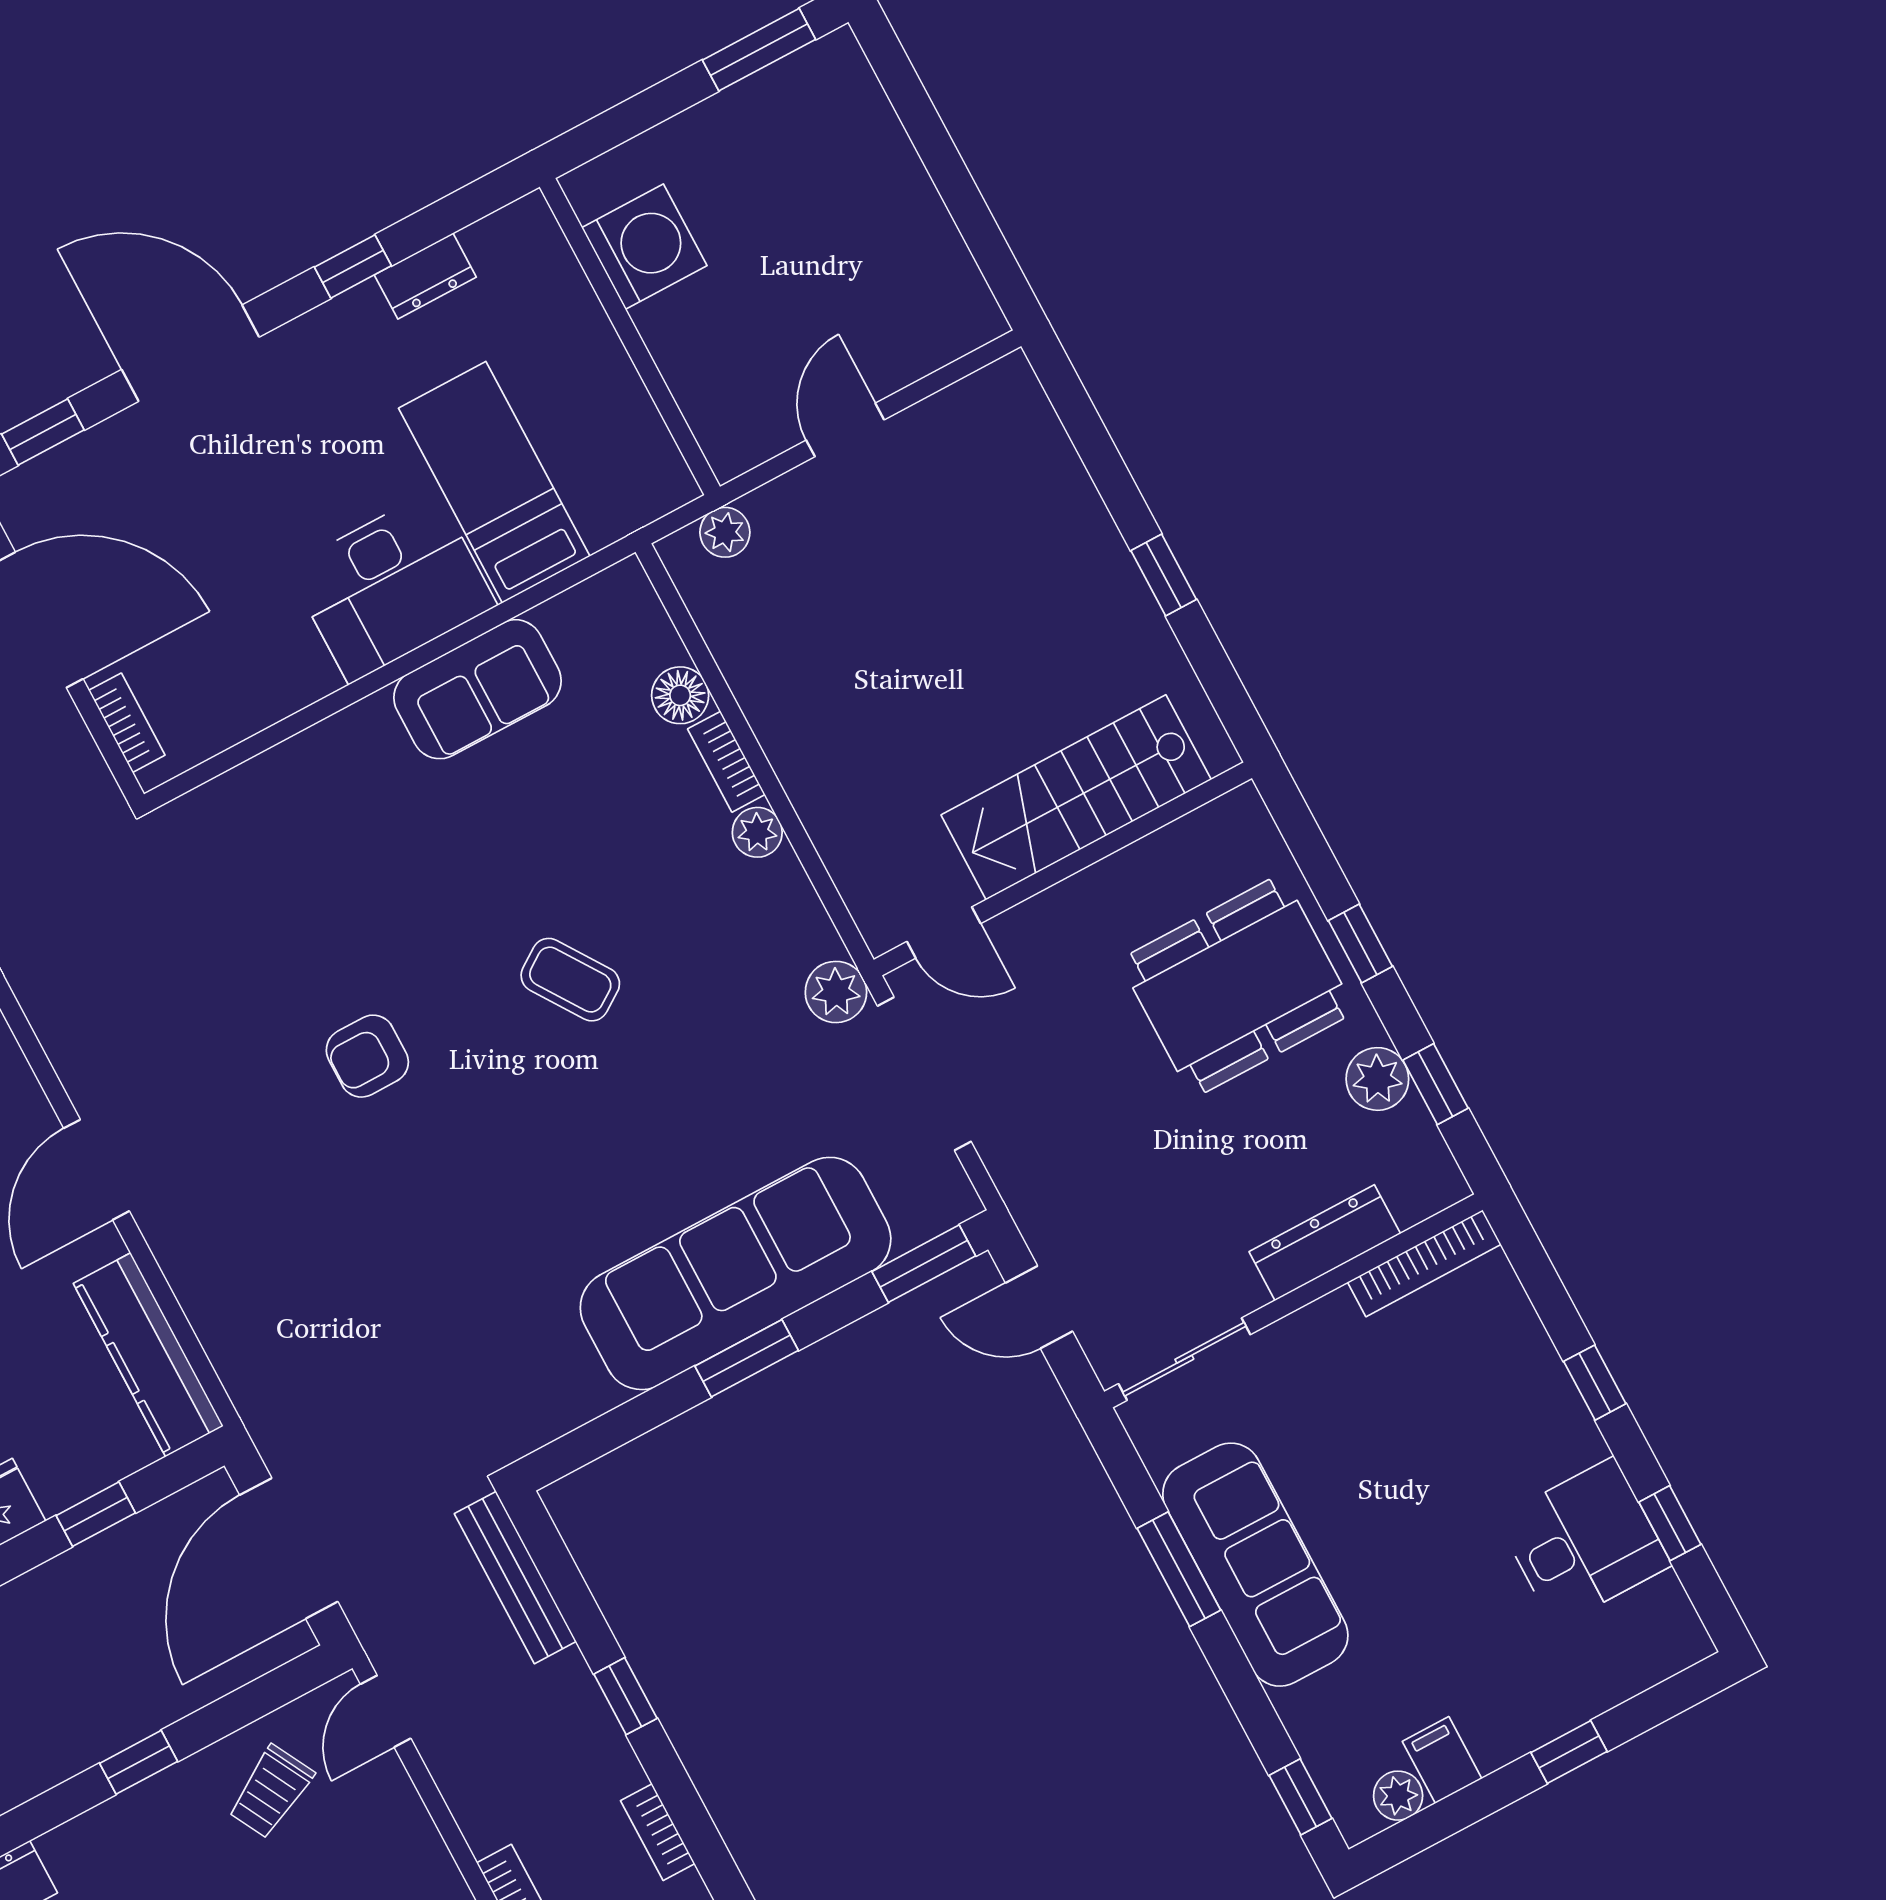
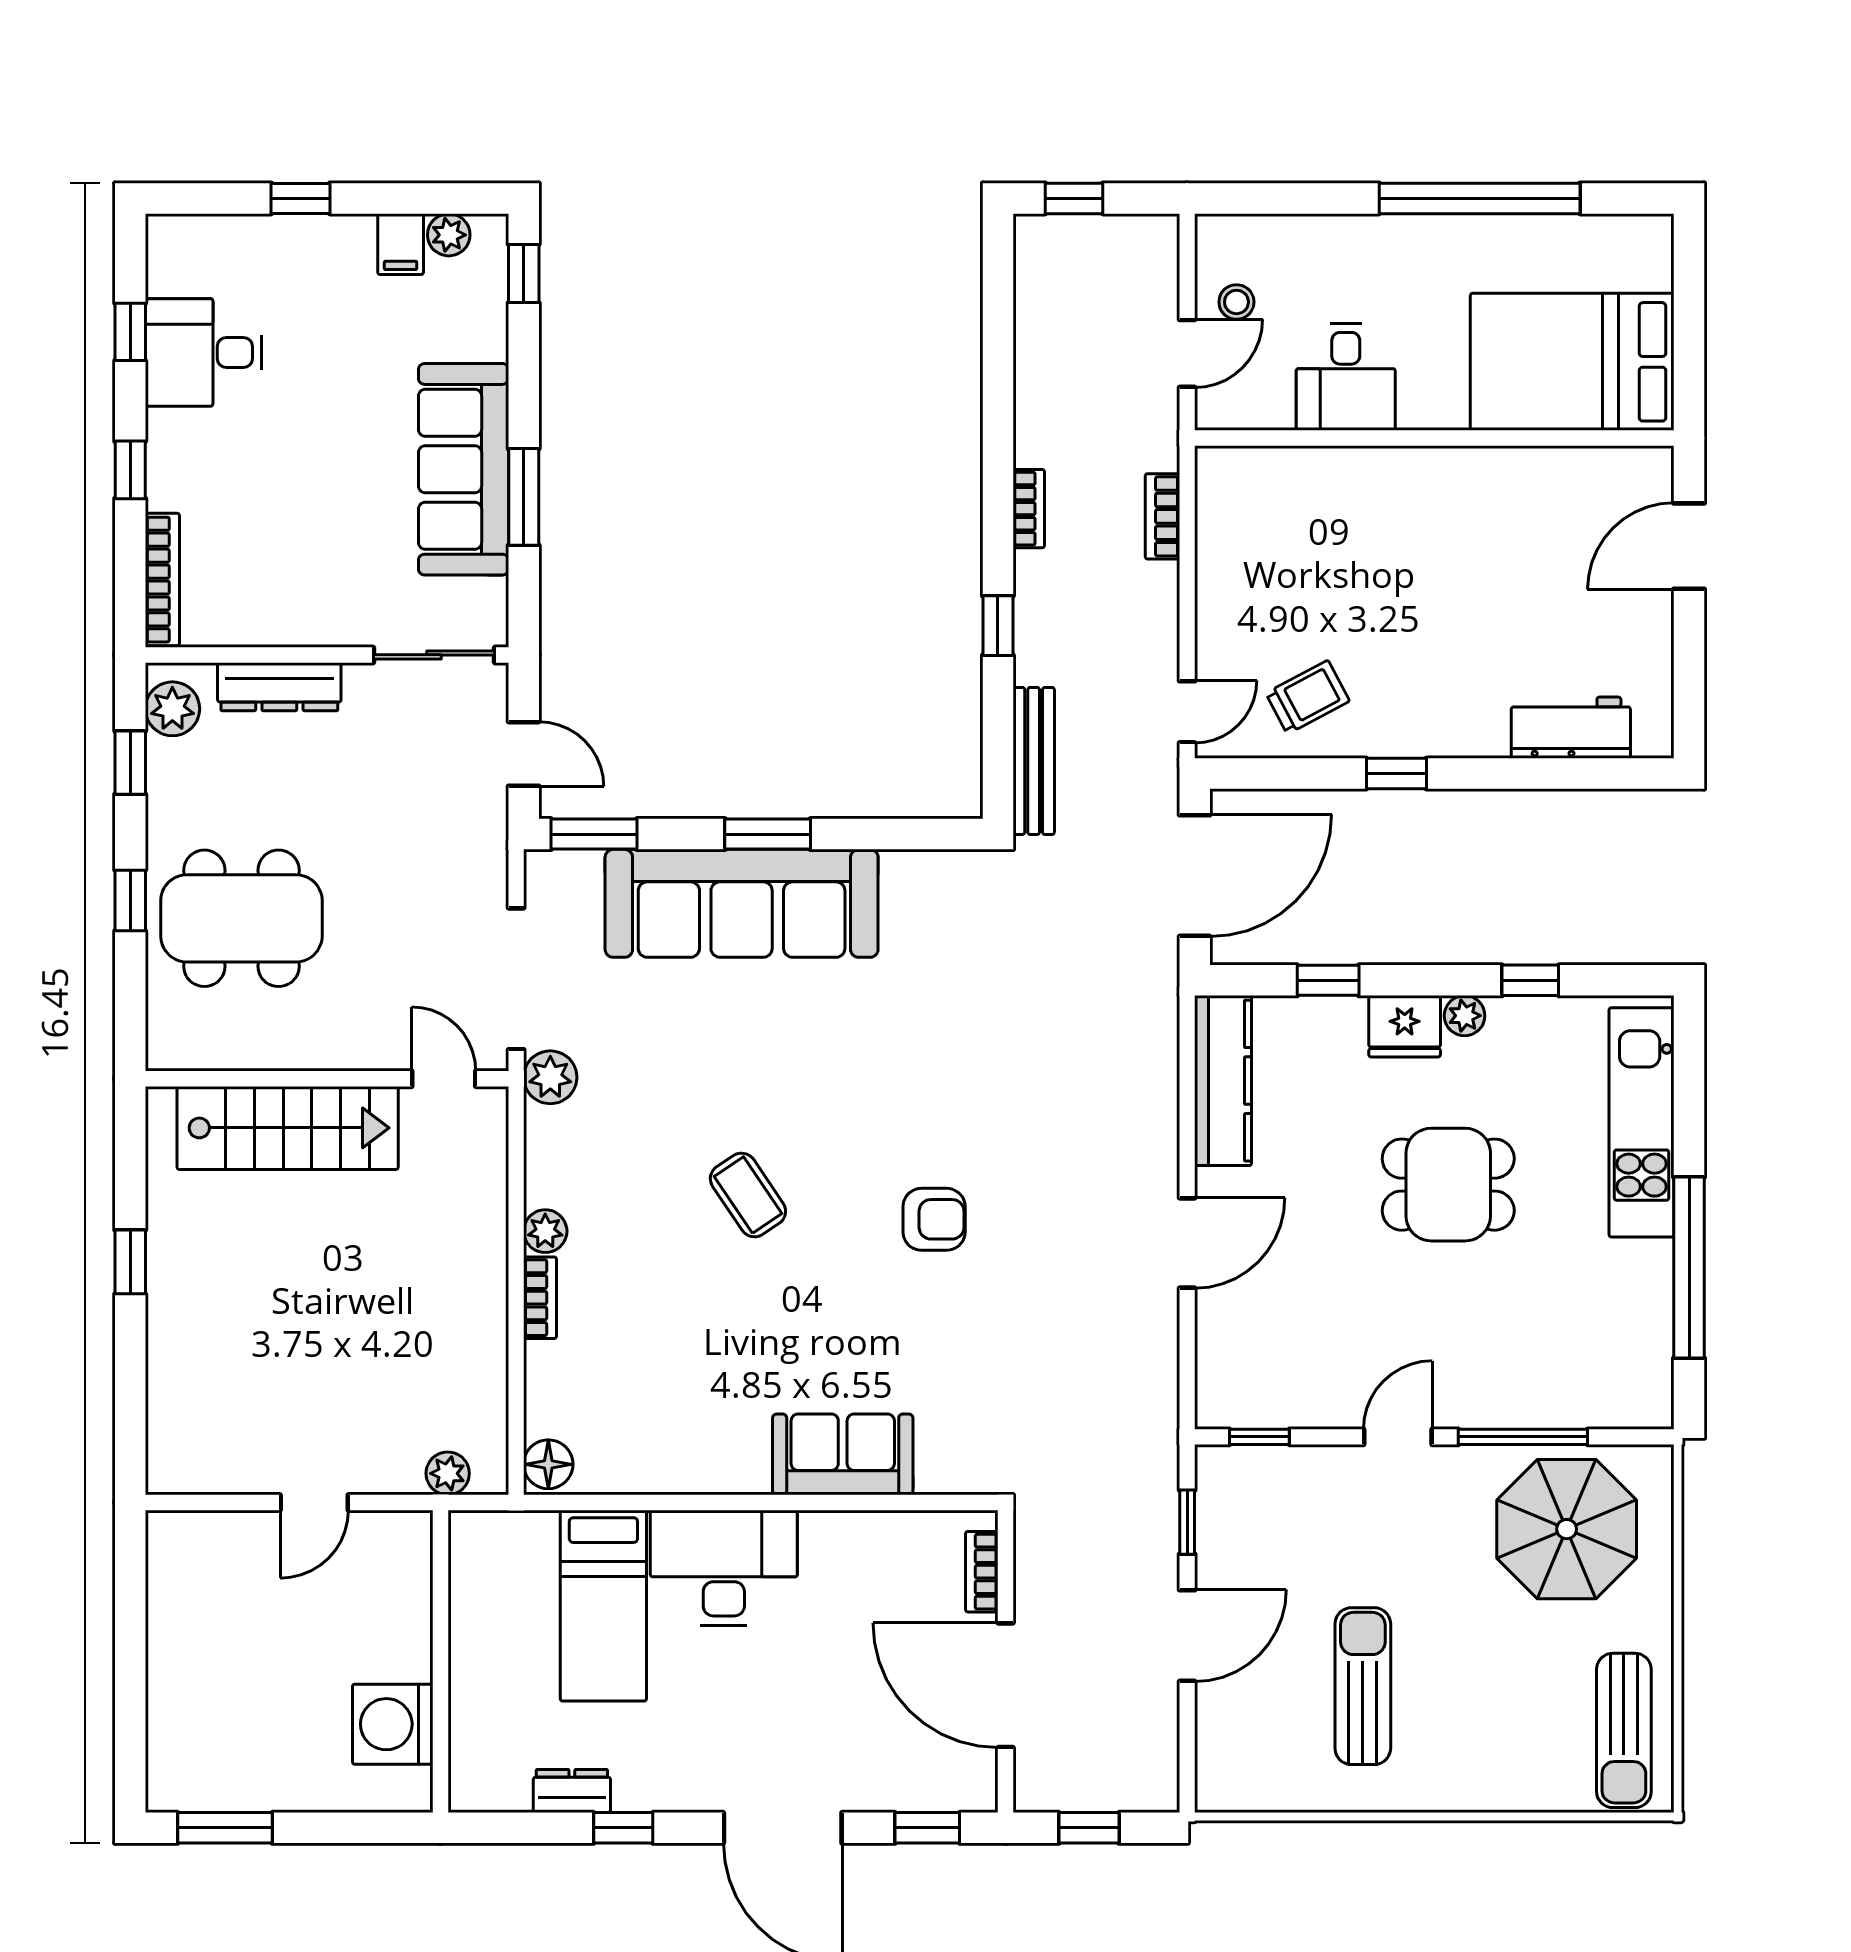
sofa: (478, 689) -> (843, 1454), moved
floor lamp: (680, 695) -> (548, 1464), moved
plant: (1377, 1079) -> (172, 709), moved
bookcase: (1424, 1263) -> (162, 580), moved, turned 90

